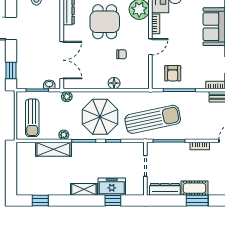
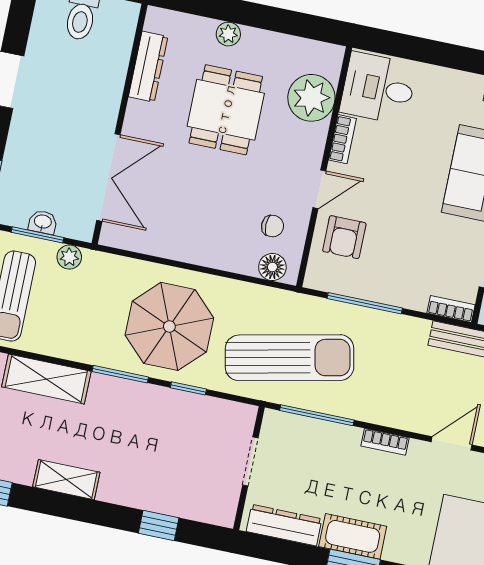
chair: (121, 54) -> (273, 226), moved
armchair: (173, 73) -> (344, 237), moved
floor lamp: (114, 83) -> (272, 267), moved
washbasin: (49, 84) -> (43, 222), moved
plant: (67, 97) -> (69, 257), moved
plant: (64, 135) -> (77, 351), removed
freezer: (112, 187) -> (163, 493), removed
shelving: (84, 189) -> (66, 480), moved

